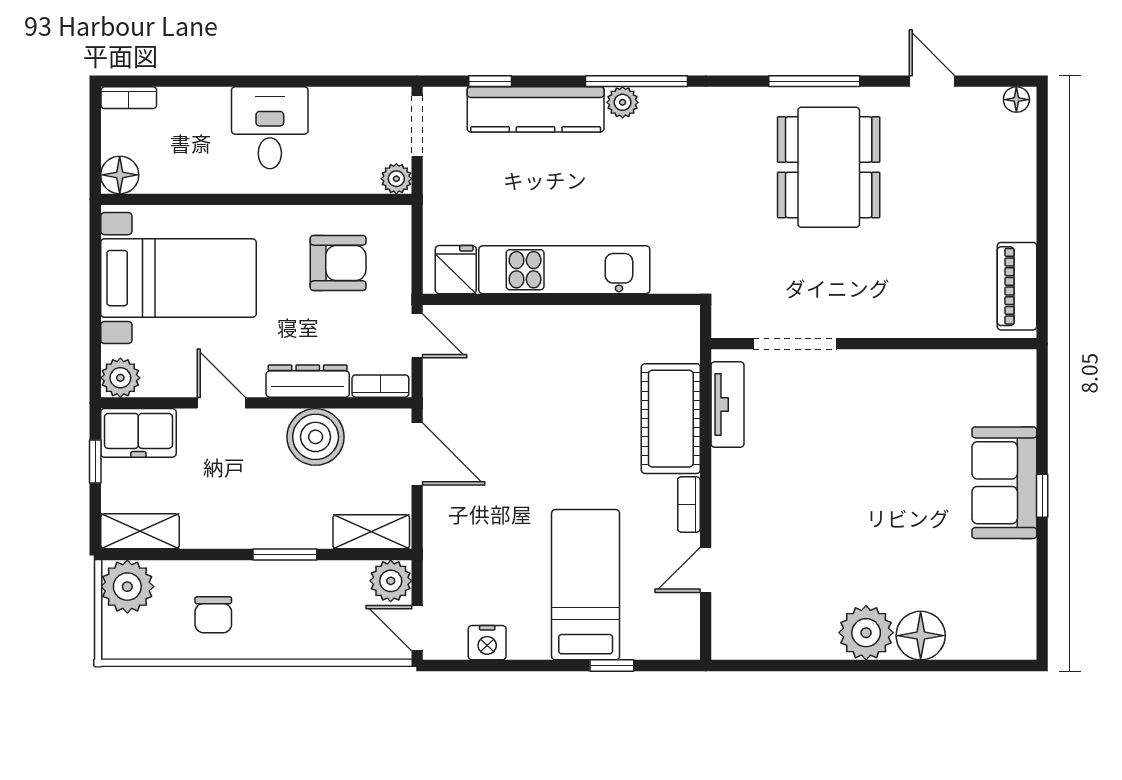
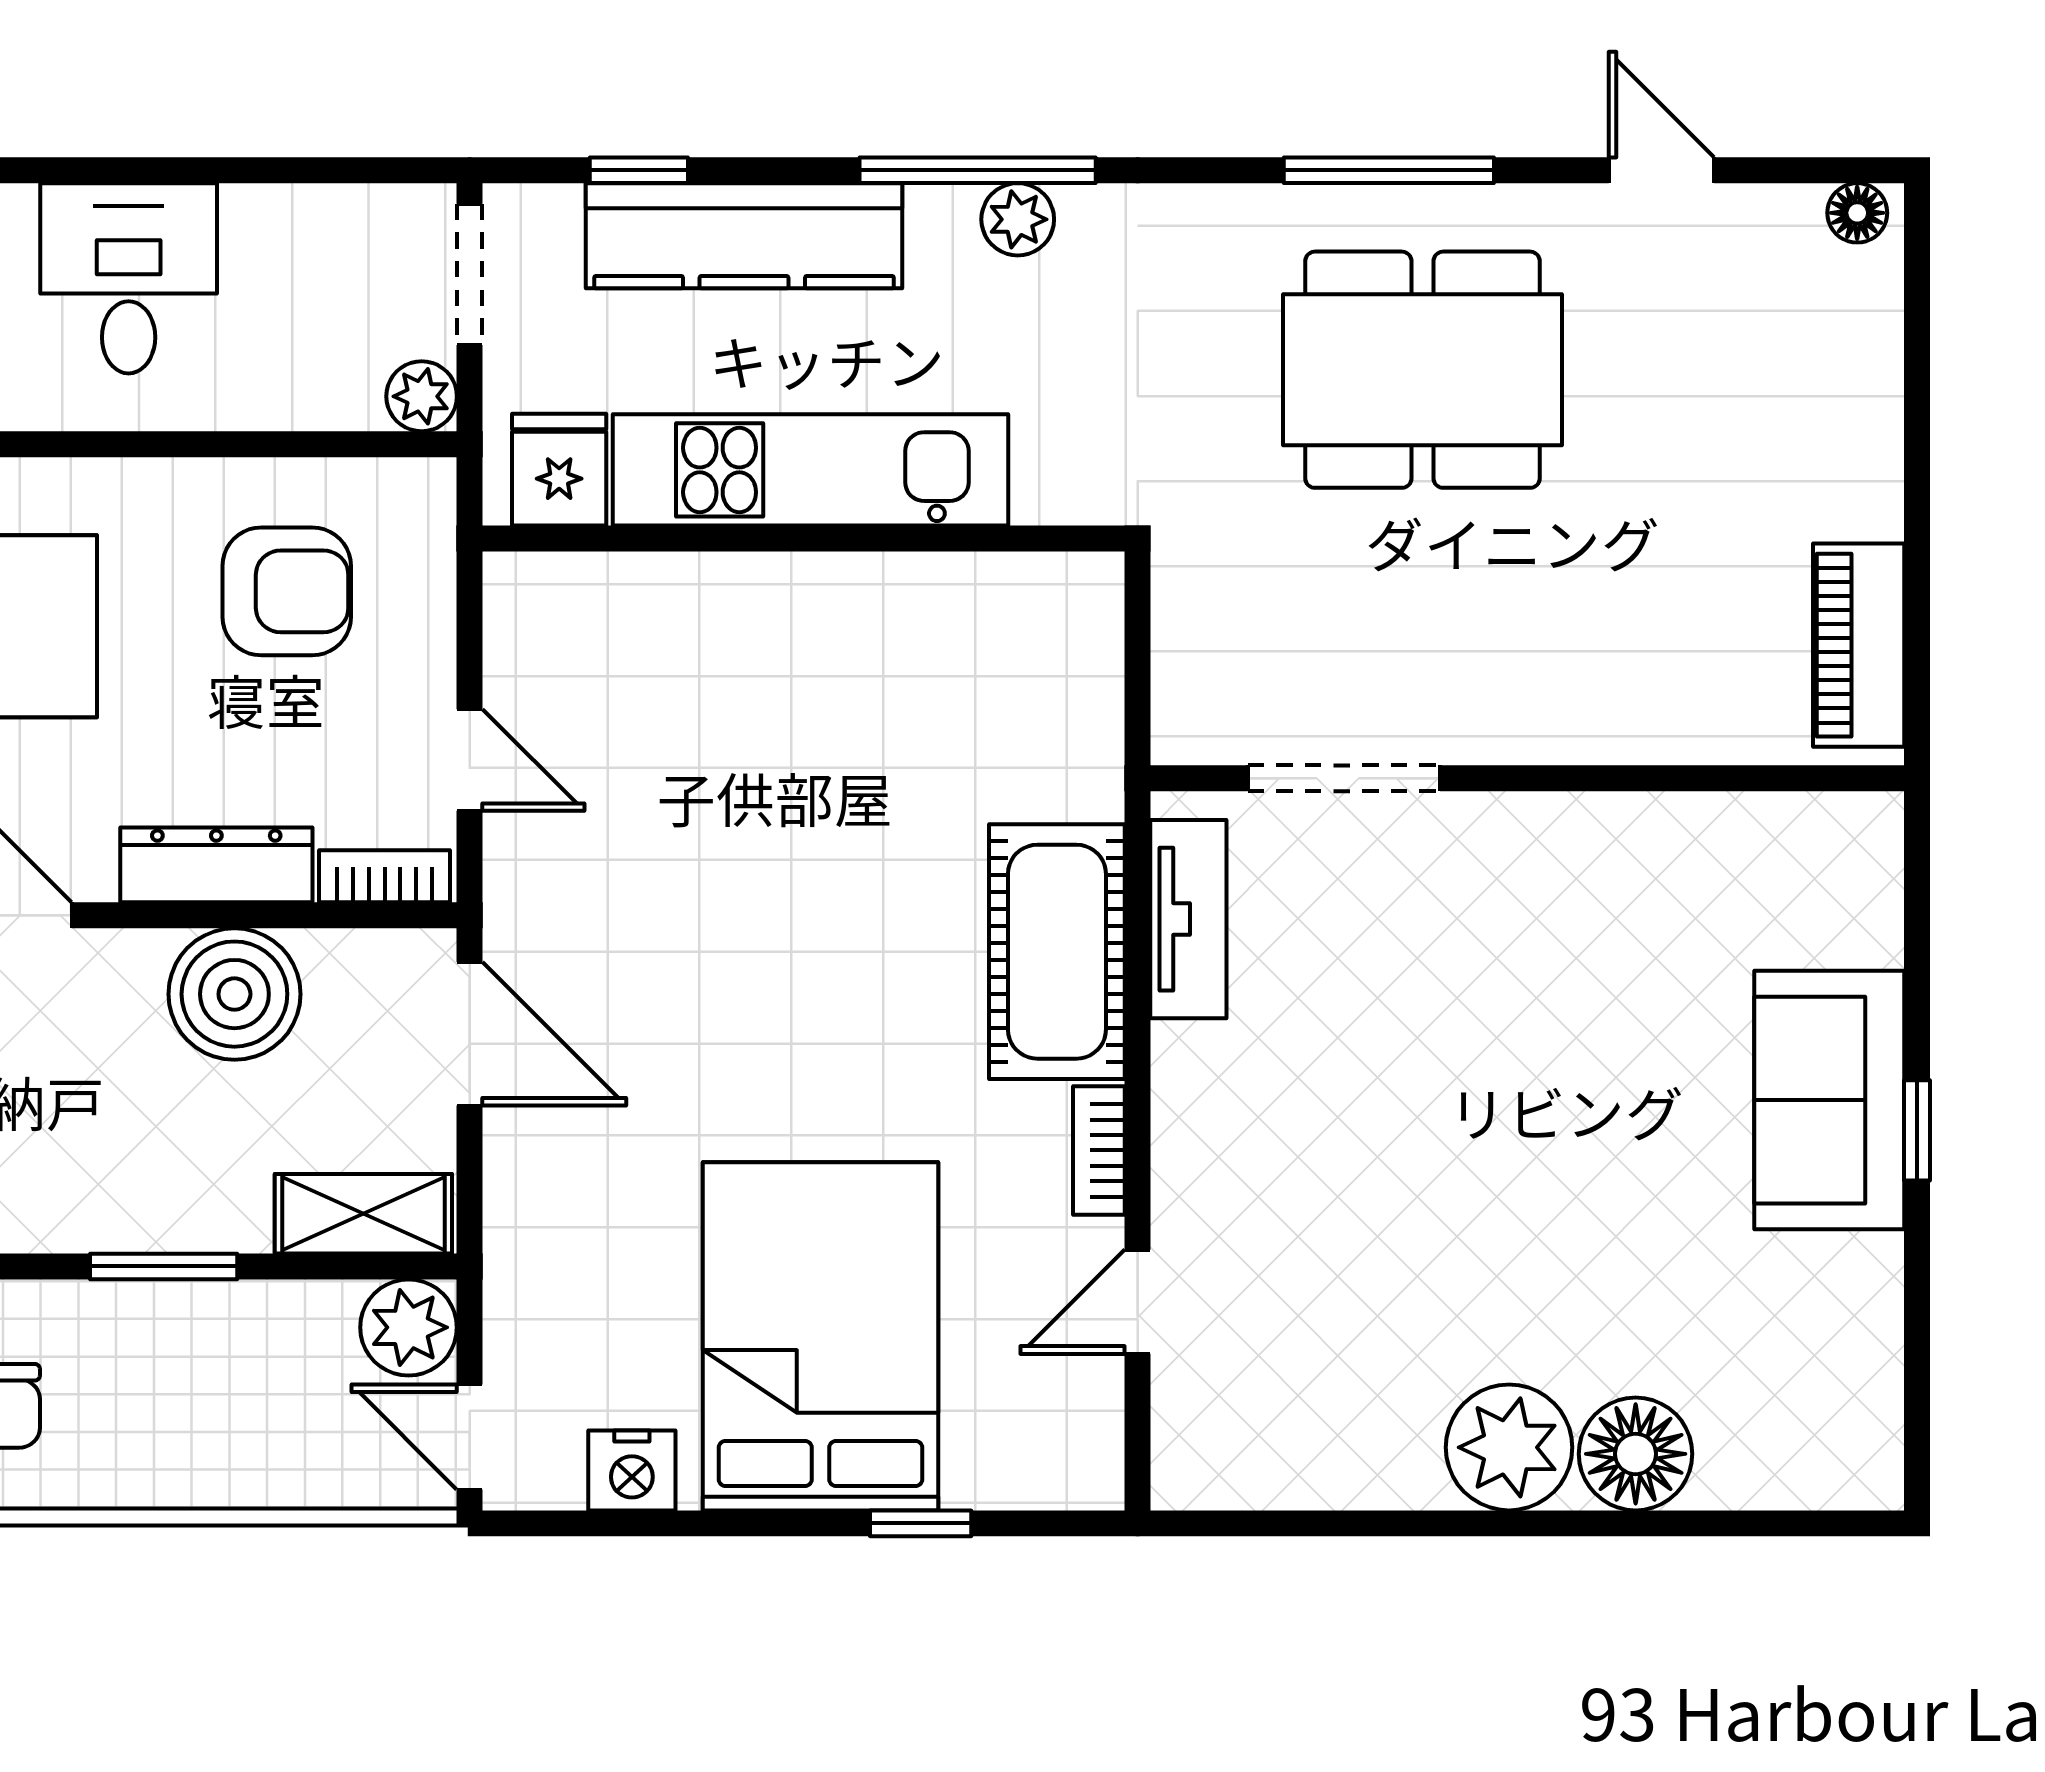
plant: (623, 102) -> (1018, 219), moved
dining table: (829, 167) -> (1422, 370), turned 90
fridge: (456, 270) -> (559, 470), moved
kitchen unit: (564, 270) -> (810, 470), moved
wall: (561, 299) -> (804, 538), moved
bed: (586, 585) -> (820, 1336), width x1.50

